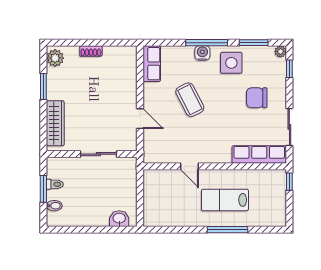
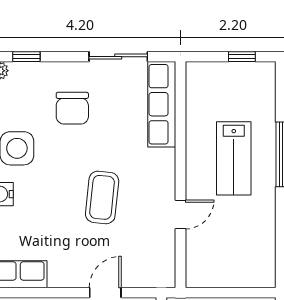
coffee table: (190, 100) -> (102, 197), moved, turned -57
window: (289, 182) -> (242, 57), moved

